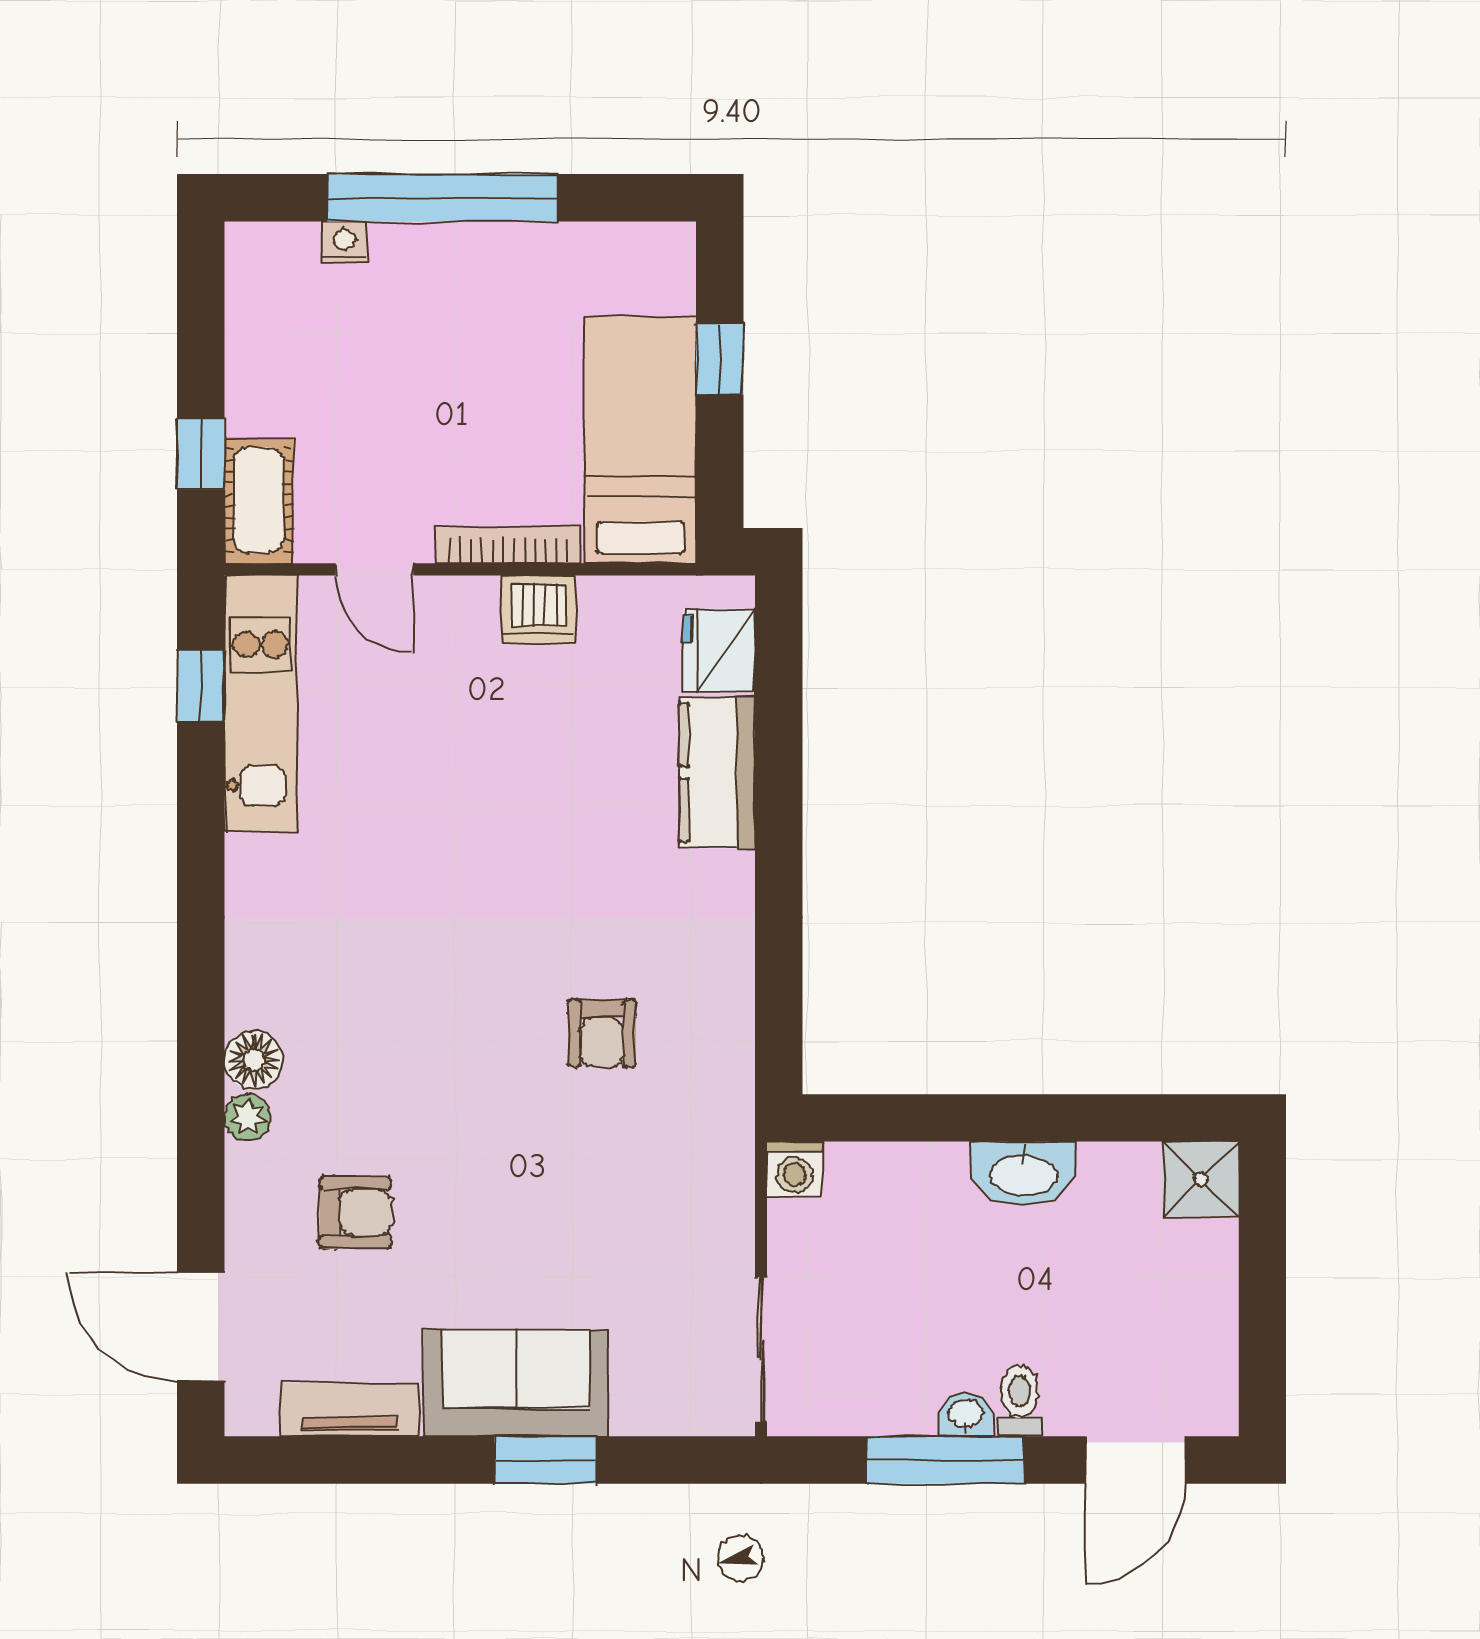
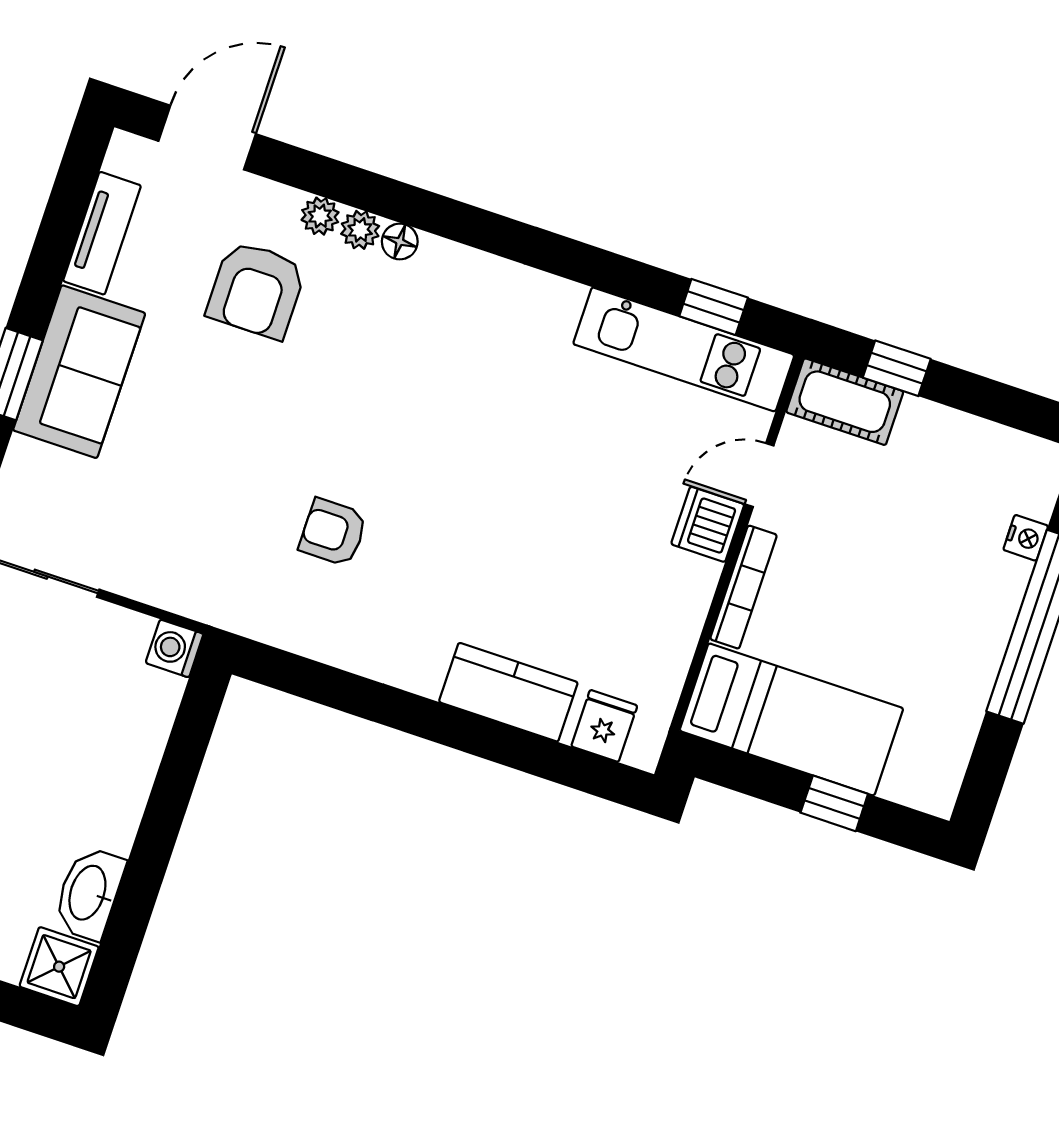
dishwasher: (539, 610) -> (708, 524), moved
fridge: (719, 651) -> (604, 726), width x0.72
floor lamp: (254, 1060) -> (400, 242), width x0.73, depth x0.73
plant: (247, 1168) -> (320, 216), added
washbasin: (1023, 1173) -> (89, 893), moved
armchair: (355, 1213) -> (256, 290), width x1.38, depth x1.38

